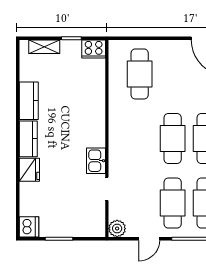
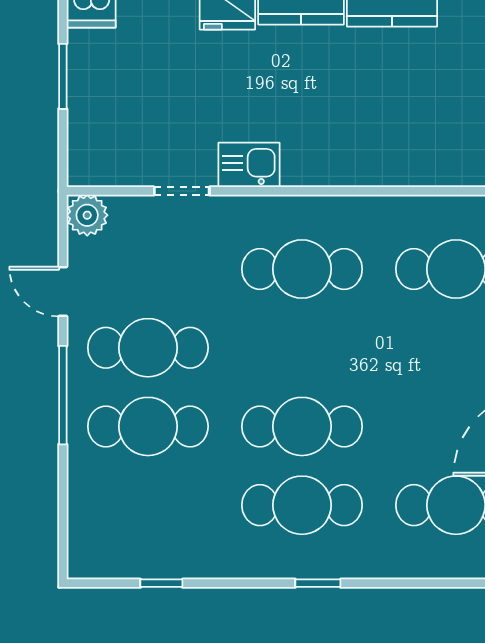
cafe table: (173, 138) -> (302, 269), moved

